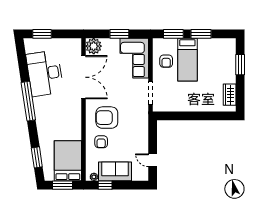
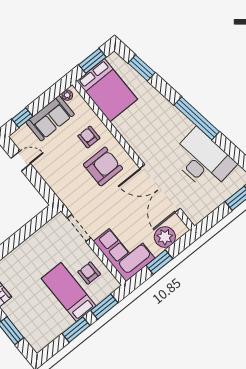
plant: (94, 46) -> (165, 237), moved
window: (105, 185) -> (22, 118), moved

